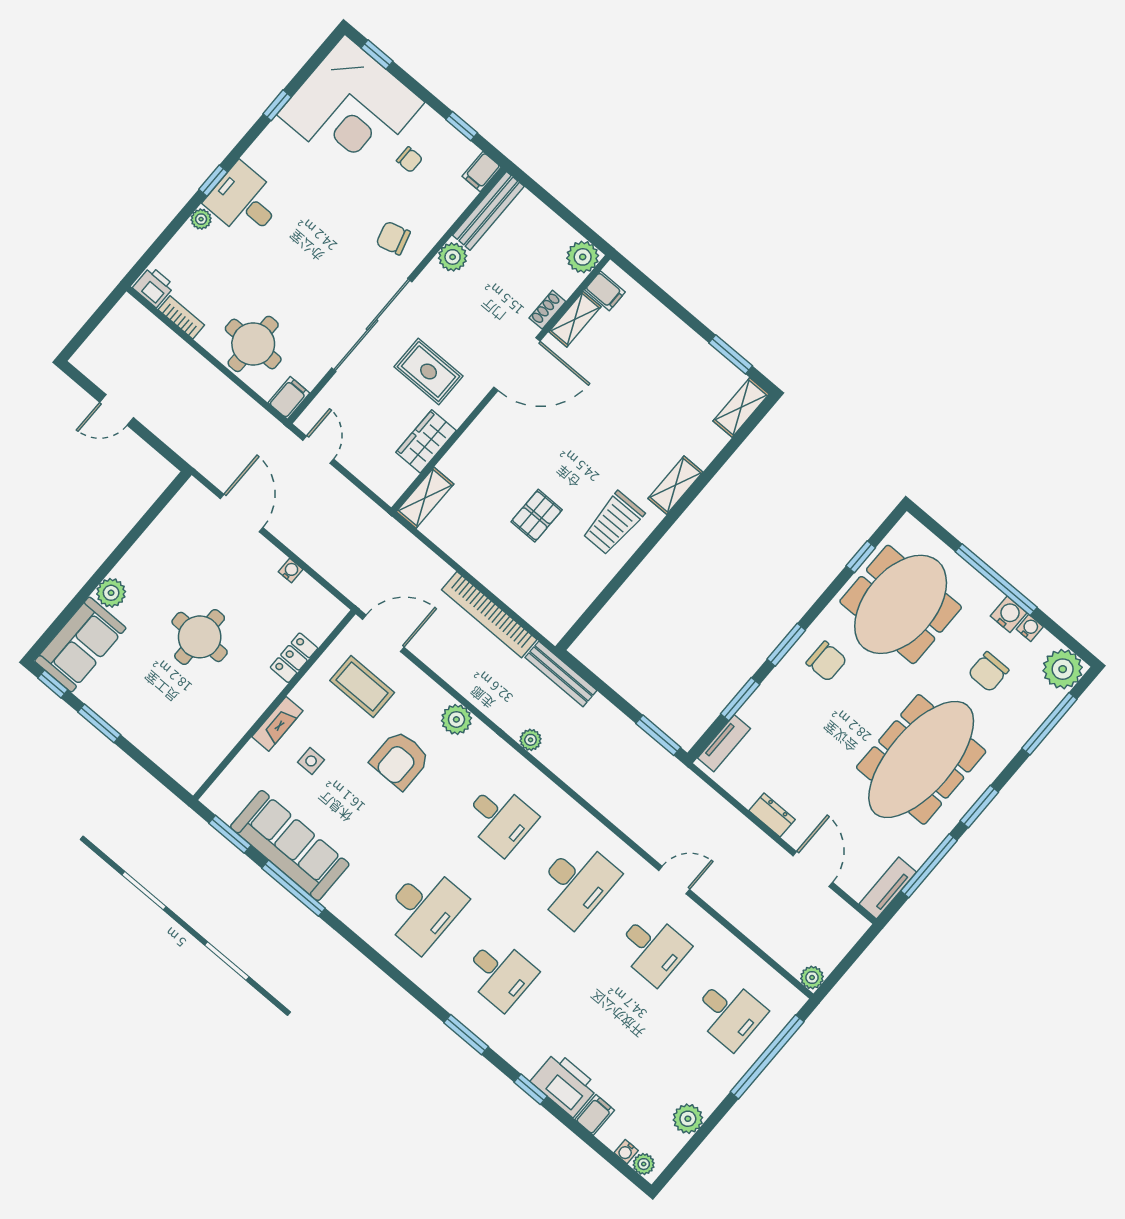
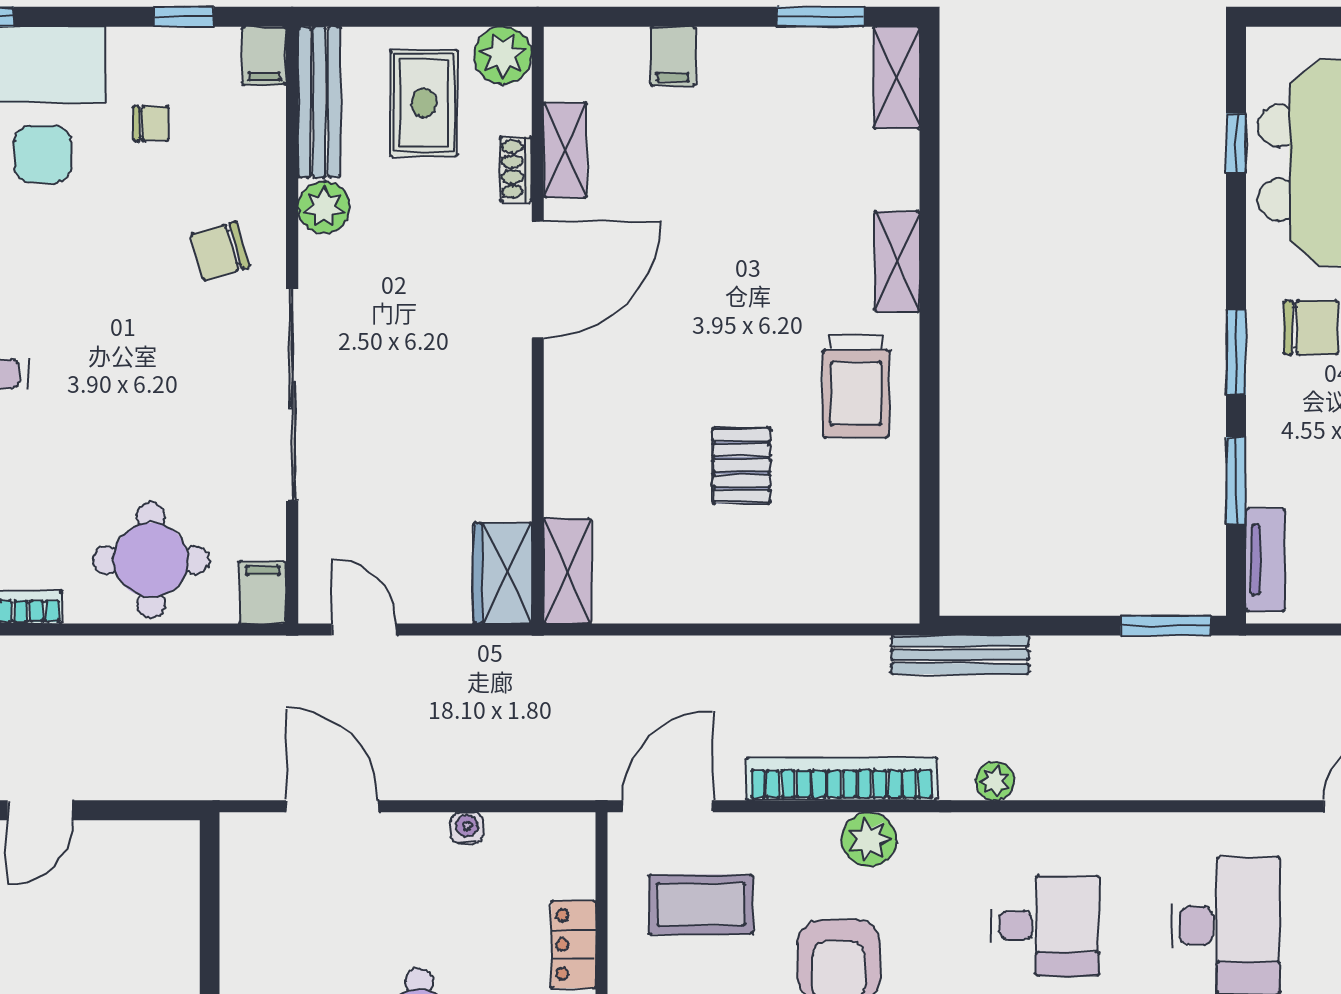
filing cabinet: (605, 291) -> (673, 56), moved, turned 90
rug: (429, 371) -> (424, 103), moved, turned 90
wardrobe: (426, 441) -> (503, 573), moved
bookcase: (489, 615) -> (842, 779), moved, turned 180

